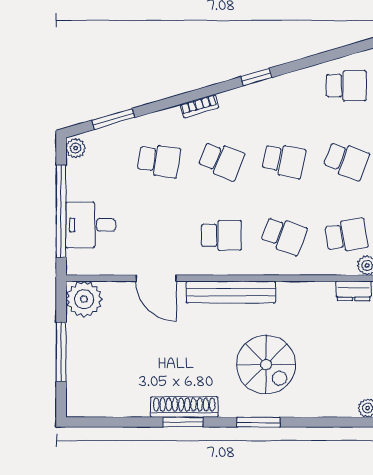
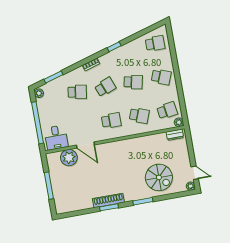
school desk: (221, 161) -> (105, 87), turned -42
desk: (91, 225) -> (56, 137), moved, turned -90
bench: (231, 292) -> (120, 145), removed
plant: (84, 299) -> (69, 158), moved
spiral stairs: (266, 365) -> (159, 177), moved

